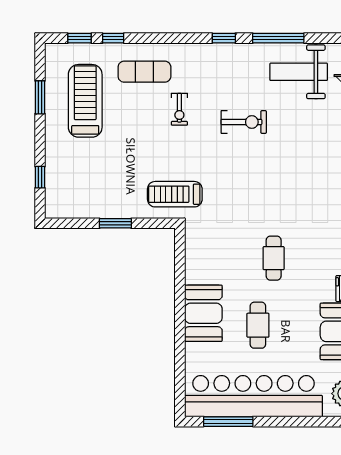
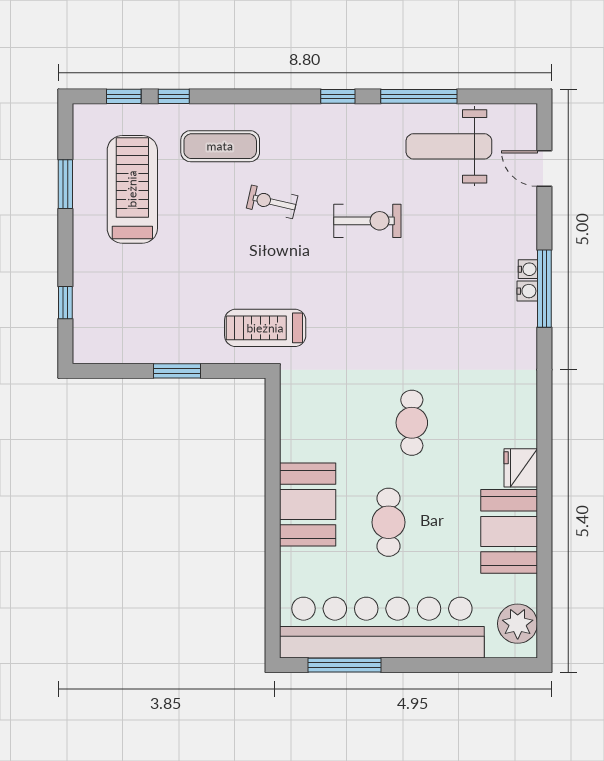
exercise bike: (179, 109) -> (272, 202), turned 103

